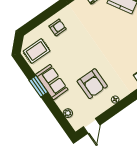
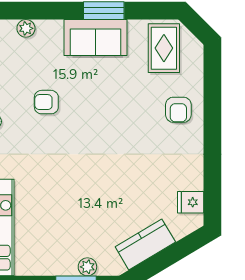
armchair: (92, 84) -> (46, 102), width x0.53, depth x0.53

